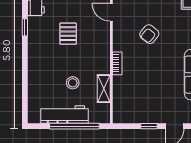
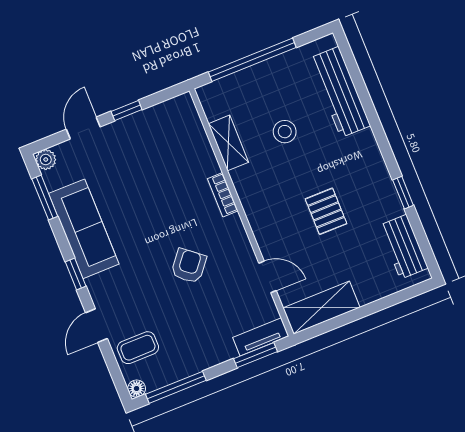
workbench: (65, 115) -> (340, 92), moved, turned 90

